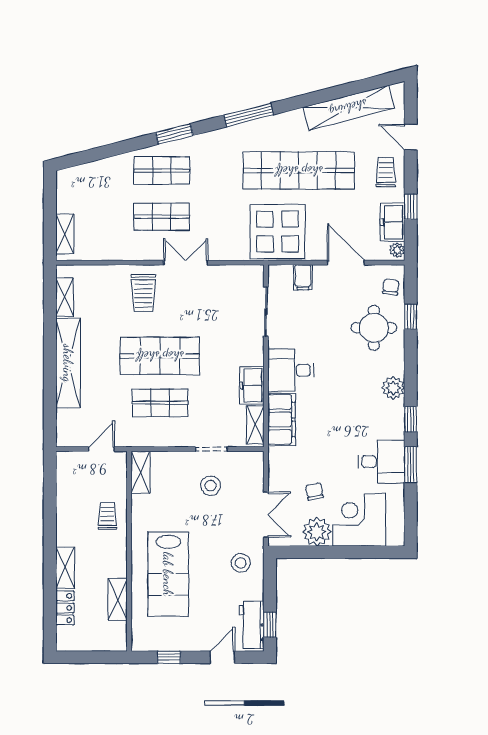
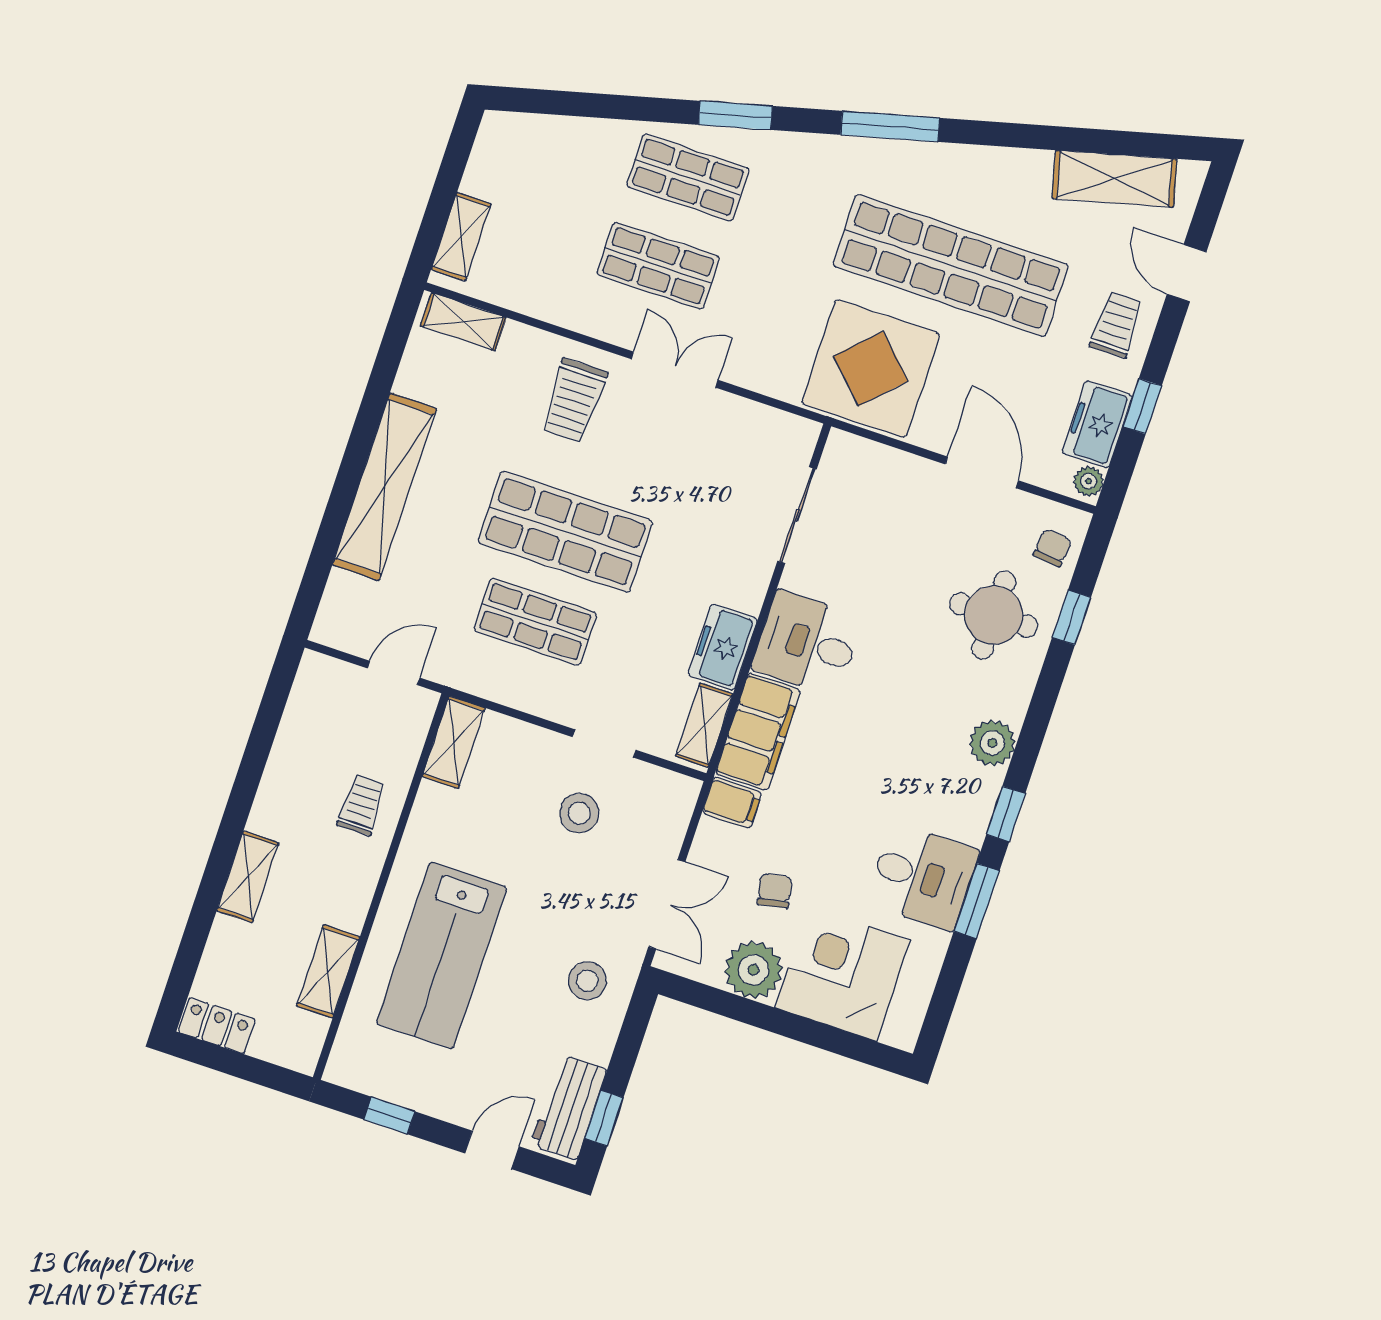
shelving: (348, 108) -> (1115, 179), width x0.68
filing cabinet: (303, 277) -> (732, 803), moved, turned -90
shelving: (65, 297) -> (463, 322), moved, turned 90
locker: (65, 608) -> (217, 1026), moved, turned -90

